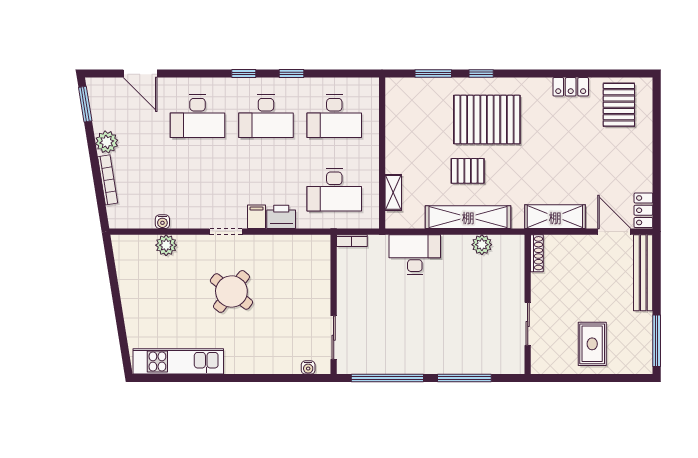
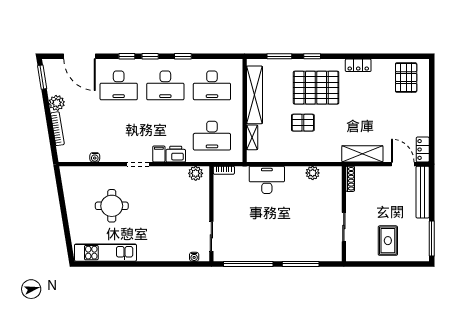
door: (140, 73) -> (80, 56), width x1.36
window: (209, 73) -> (127, 56), added
locker: (571, 87) -> (358, 65), moved
shelving: (468, 217) -> (254, 95), moved, turned 90
plant: (166, 245) -> (196, 173), moved
round table: (231, 291) -> (112, 206), moved, turned -38

